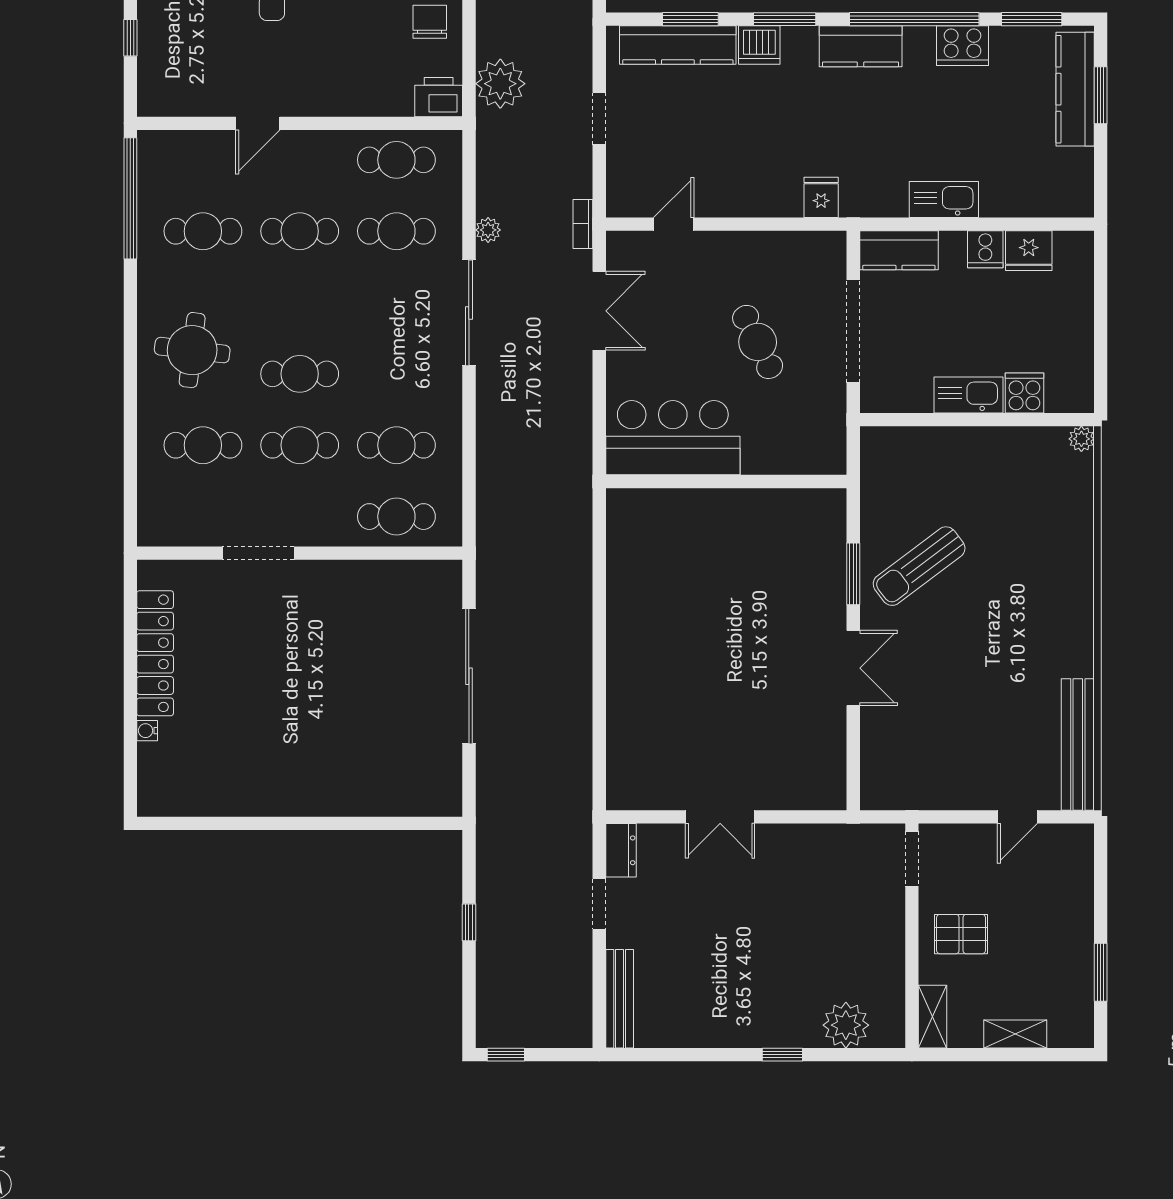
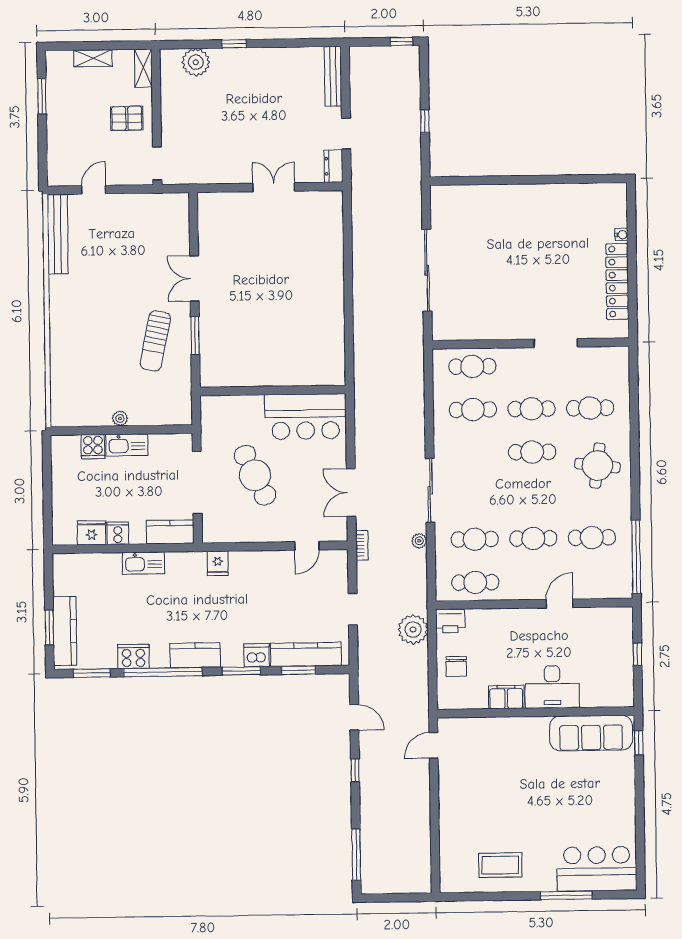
cafe table: (758, 342) -> (255, 475), width x1.37, depth x1.35
plant: (1081, 439) -> (120, 418), moved
sun lounger: (919, 566) -> (155, 341), turned 139

